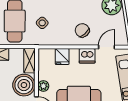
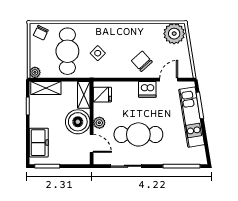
fridge: (62, 57) -> (102, 95), moved, turned -90

